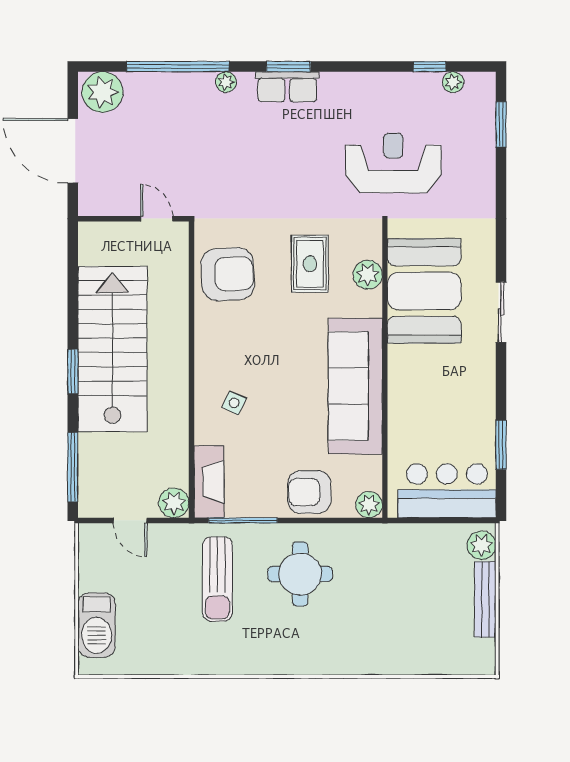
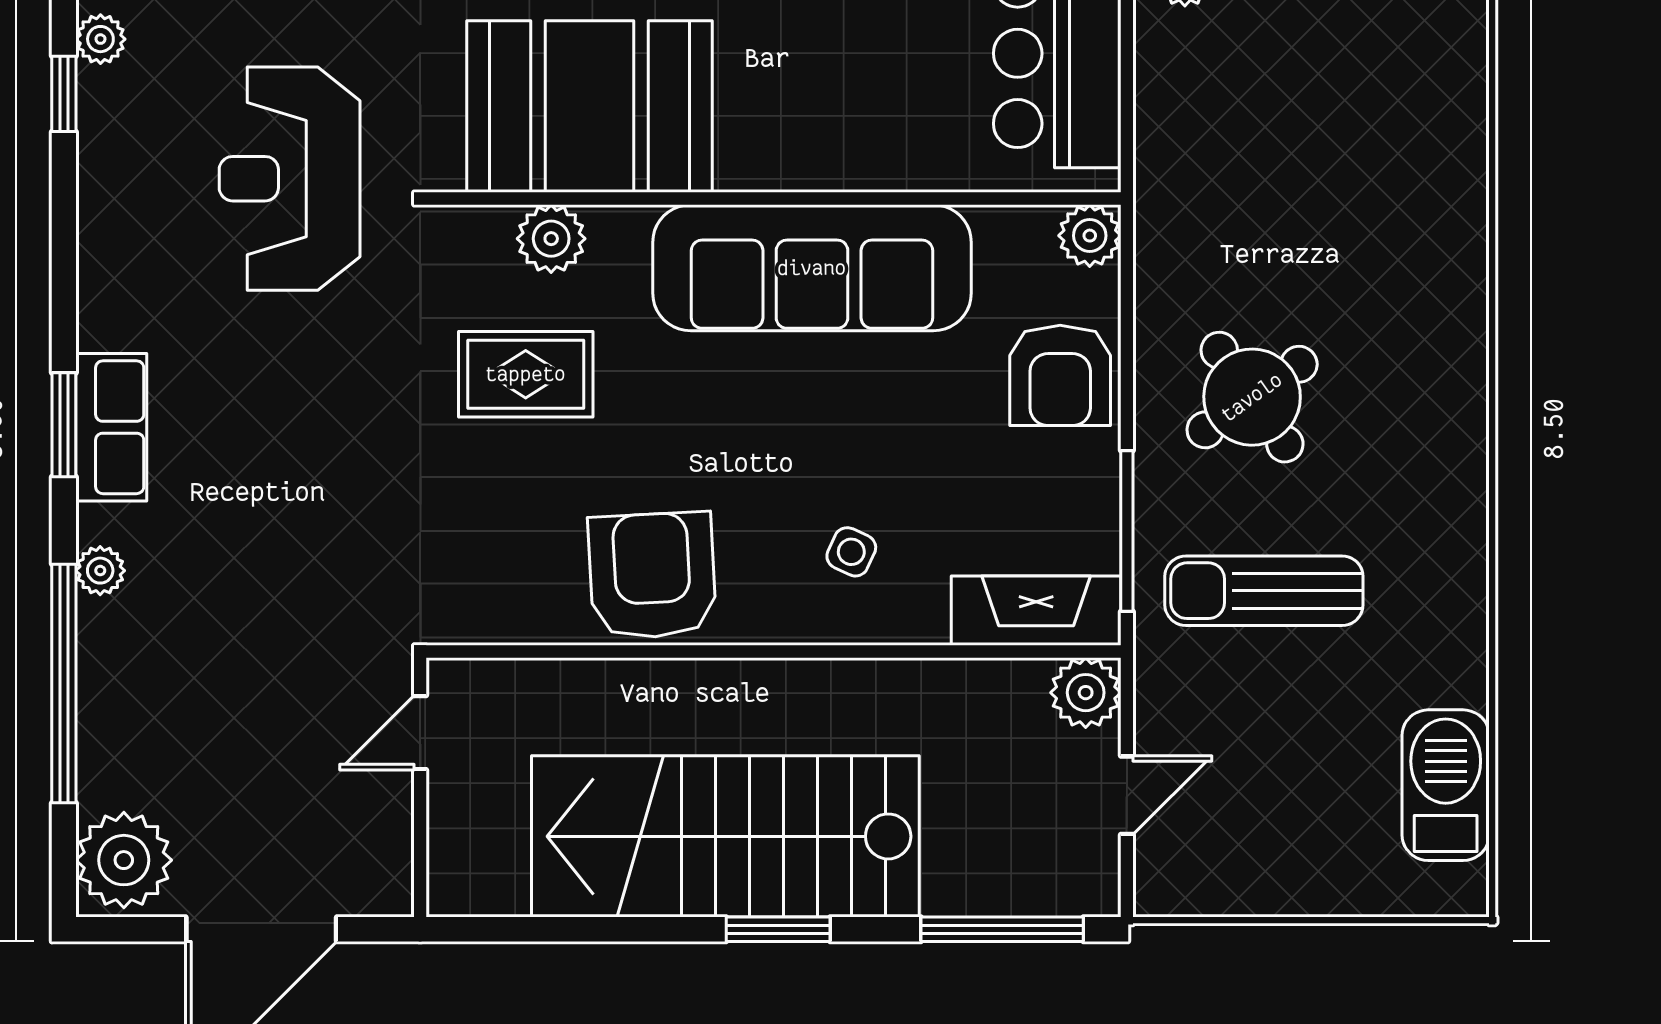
armchair: (228, 274) -> (652, 576), moved
round table: (300, 574) -> (1252, 397), turned -35
sun lounger: (217, 579) -> (1264, 591), turned 180
barbecue: (97, 625) -> (1446, 785), moved, turned -90

